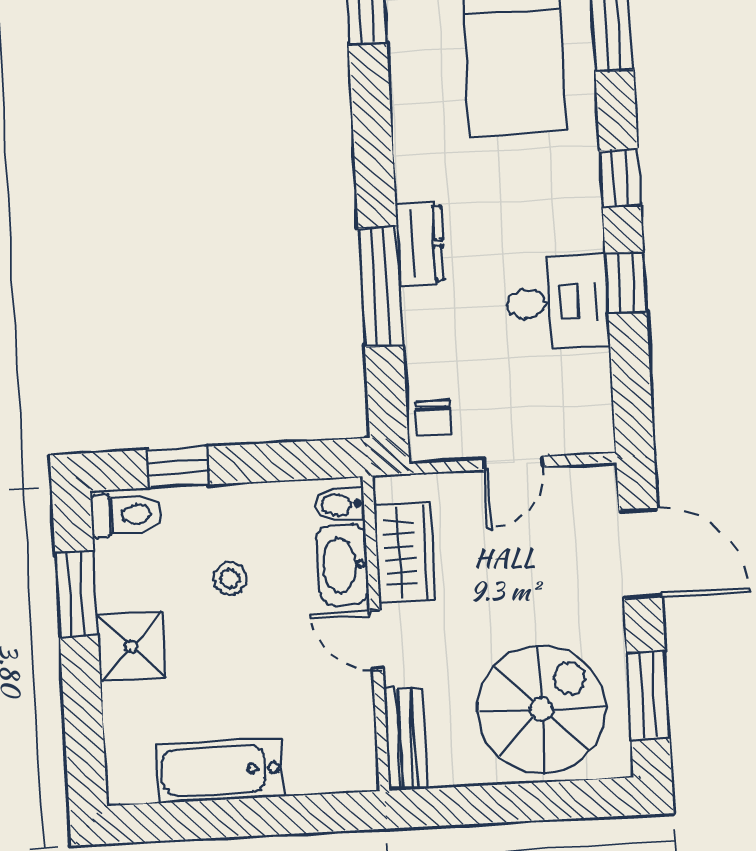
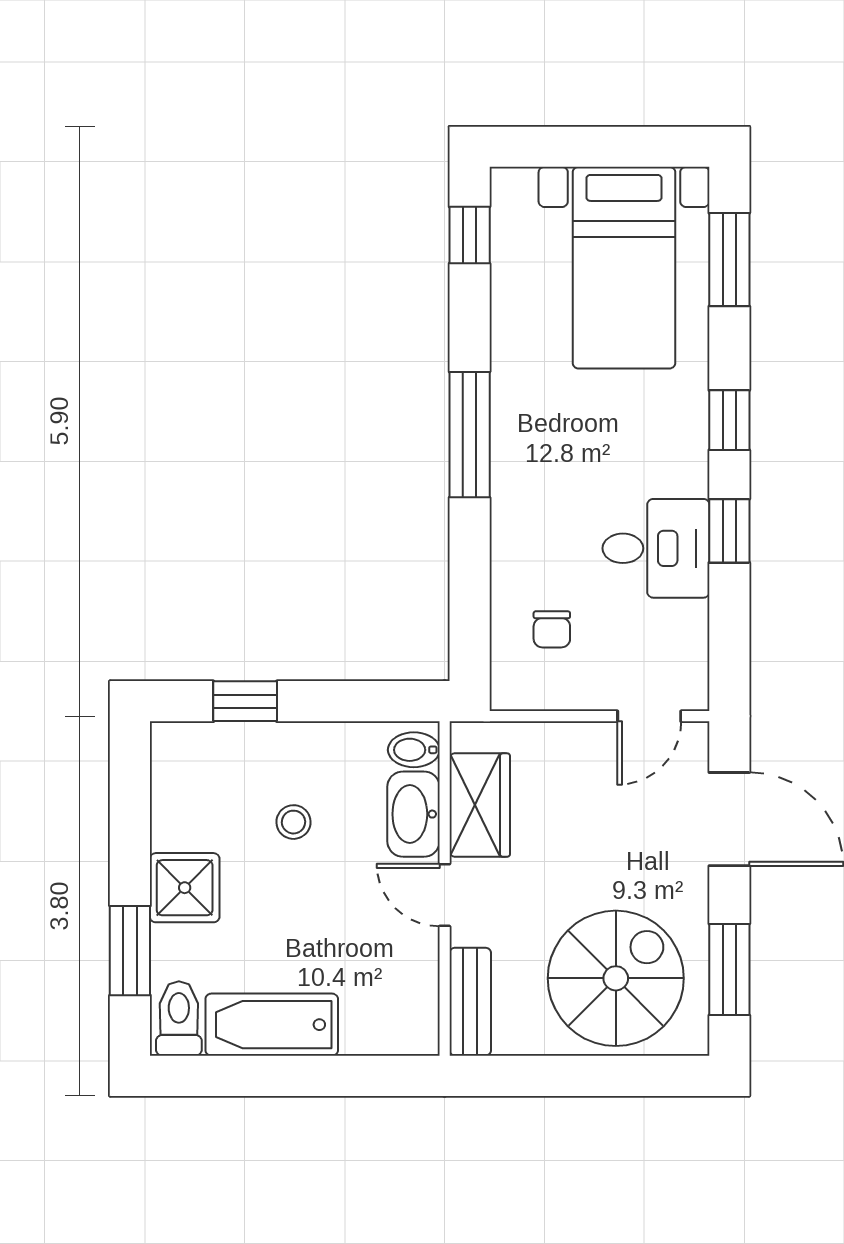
dresser: (420, 244) -> (513, 479), removed
window: (381, 287) -> (470, 435), moved
chair: (433, 418) -> (552, 629), moved
door: (514, 463) -> (649, 716), moved
toilet: (126, 515) -> (179, 1018), moved, turned -90
window: (77, 594) -> (130, 951), moved

